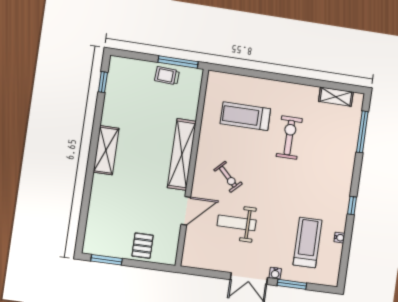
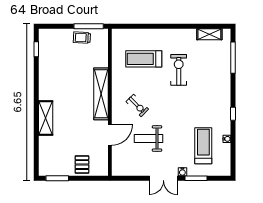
shelving: (106, 150) -> (46, 118), moved

